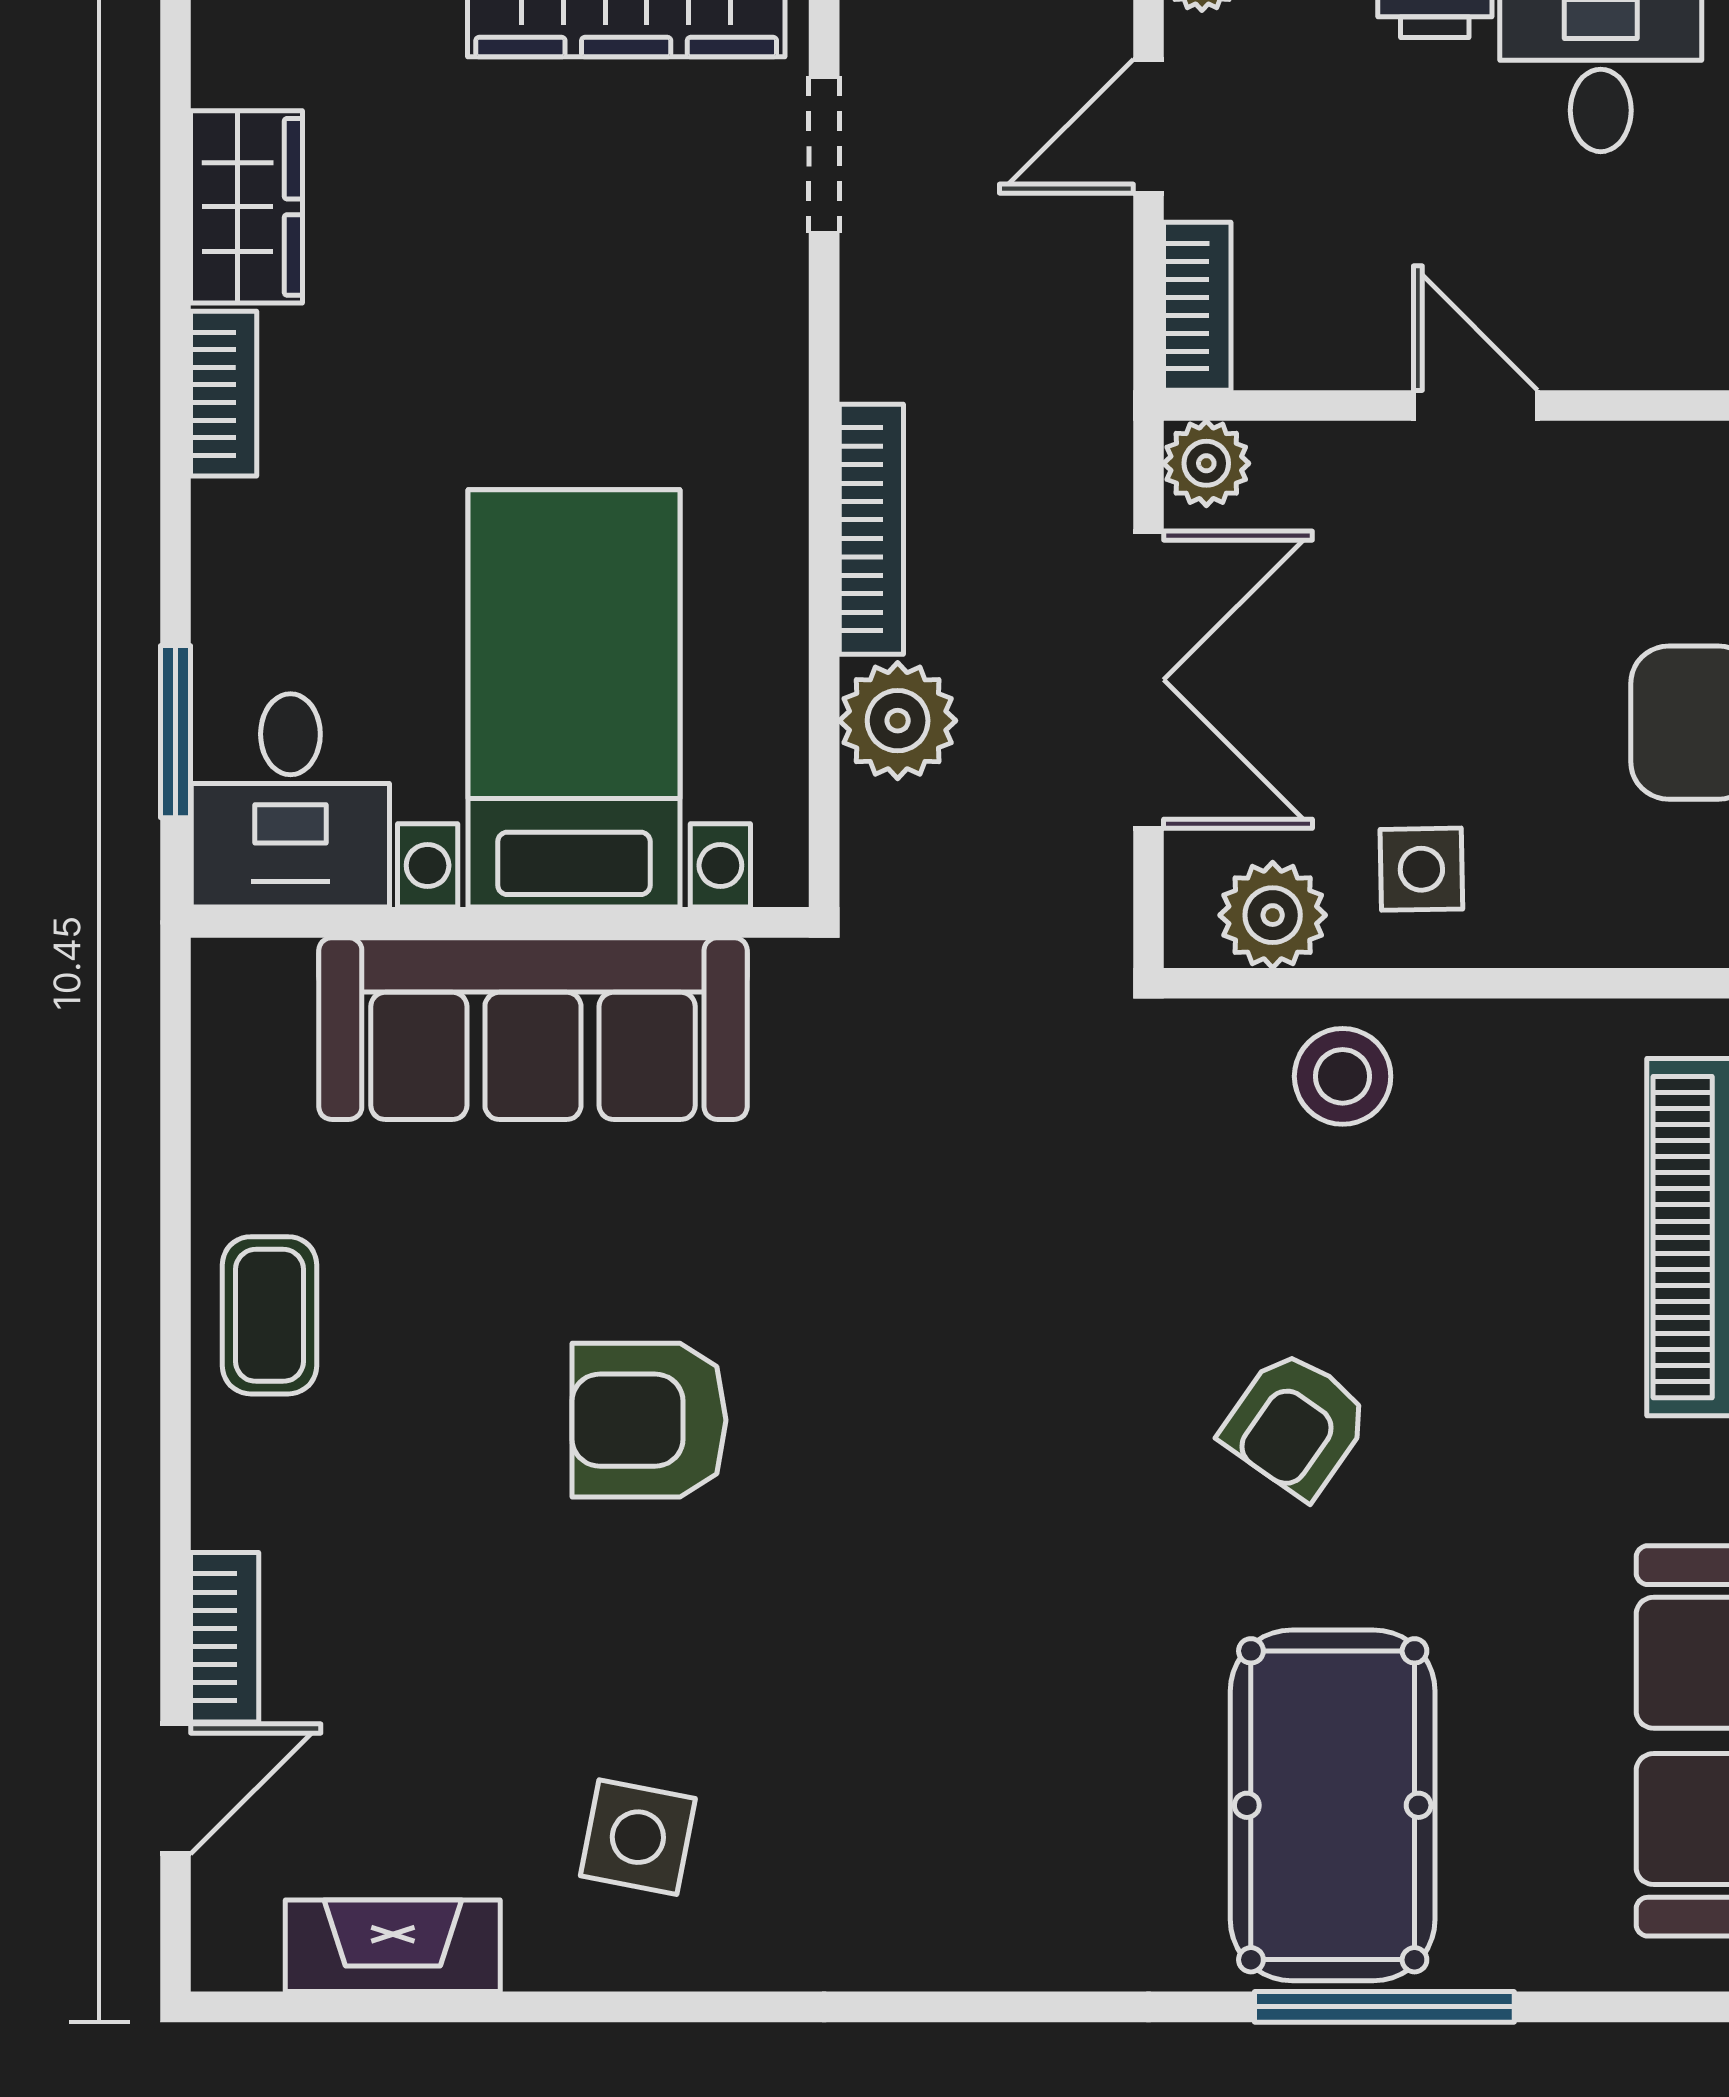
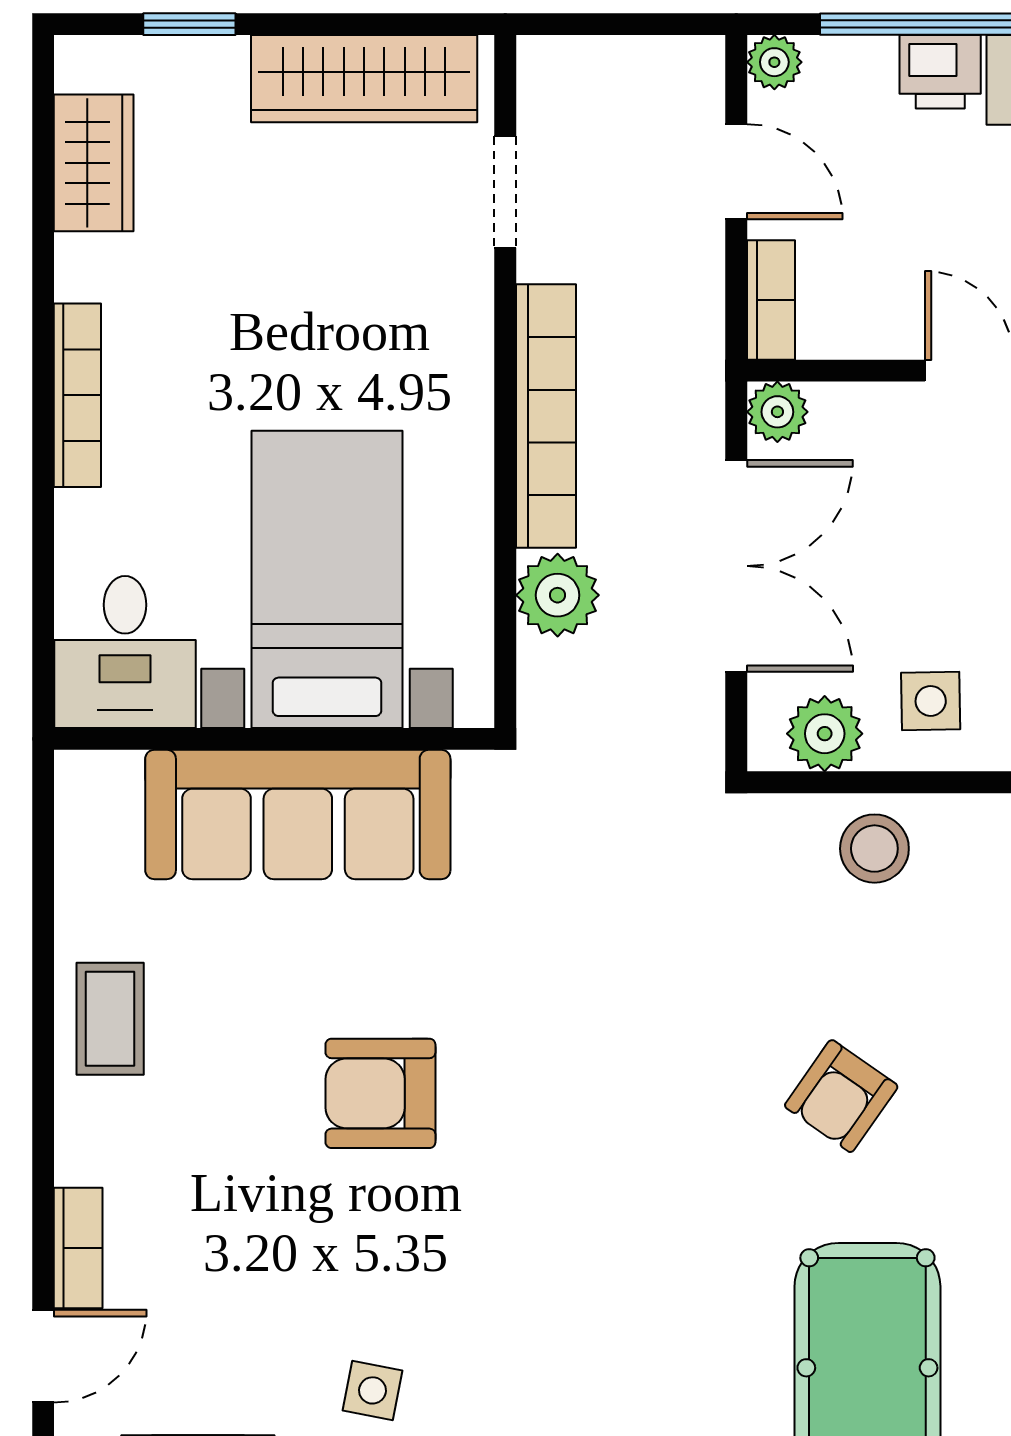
door: (1149, 126) -> (736, 172), swing flipped
wardrobe: (247, 207) -> (94, 163), moved
bookcase: (224, 394) -> (77, 395), width x1.56
bookcase: (871, 529) -> (546, 416), width x1.48, depth x1.31
window: (175, 732) -> (43, 603), removed
side table: (638, 1837) -> (373, 1390), width x0.73, depth x0.73

